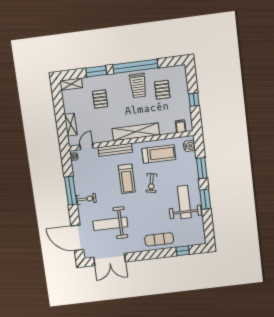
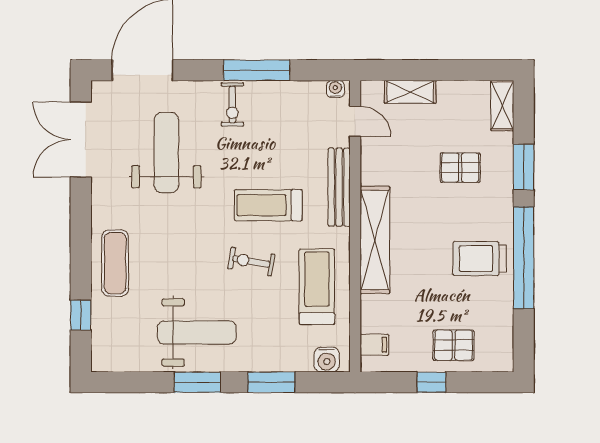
pallet: (162, 90) -> (453, 345), moved
treadmill: (159, 154) -> (317, 287), turned 180

